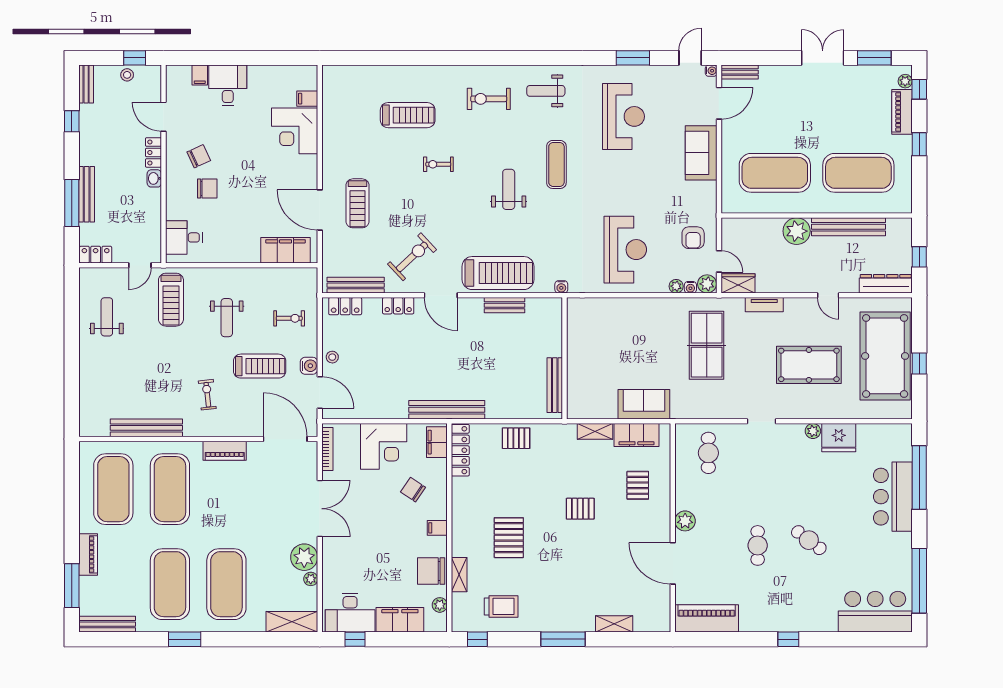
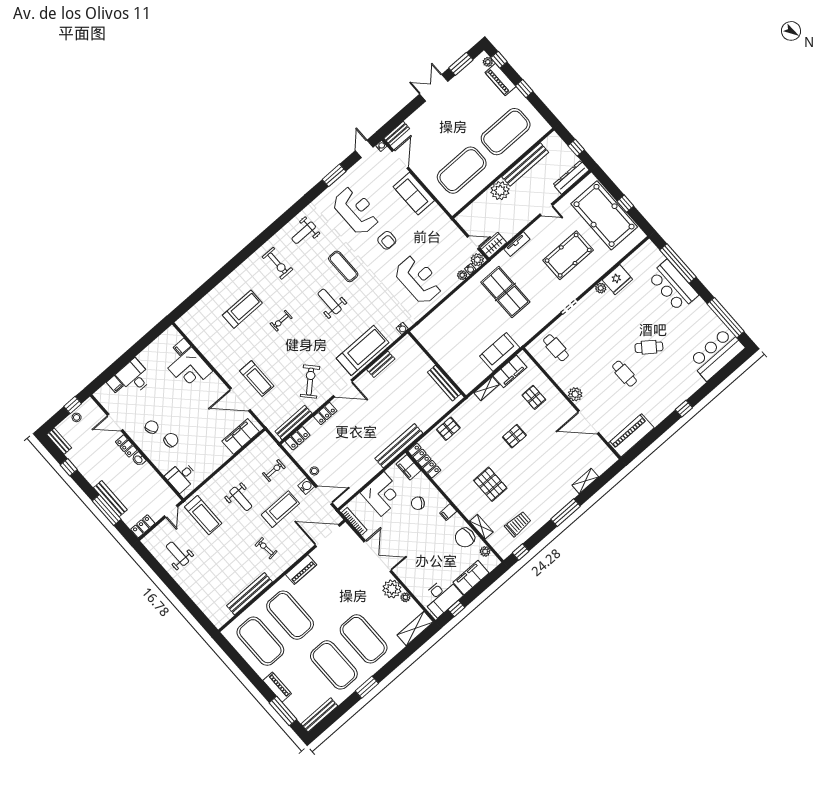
exercise bike: (489, 99) -> (277, 263), turned -90
armchair: (693, 238) -> (387, 240), moved

